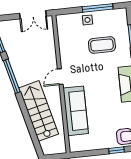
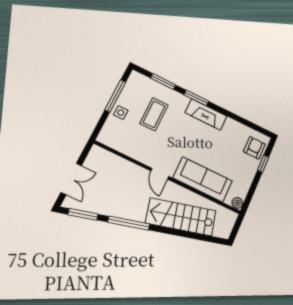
double door: (33, 15) -> (71, 179), moved
plant: (74, 147) -> (237, 203), added

